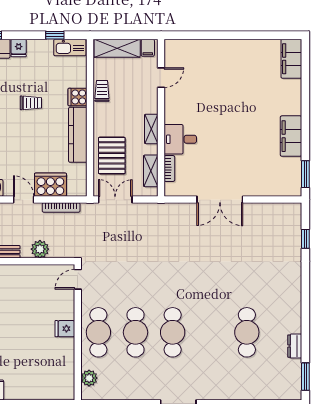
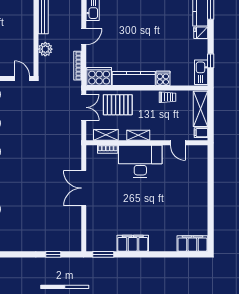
trolley: (31, 103) -> (158, 42), removed
desk: (180, 139) -> (140, 161), width x1.87, depth x1.30
cooker: (50, 185) -> (99, 77), moved, turned -90

